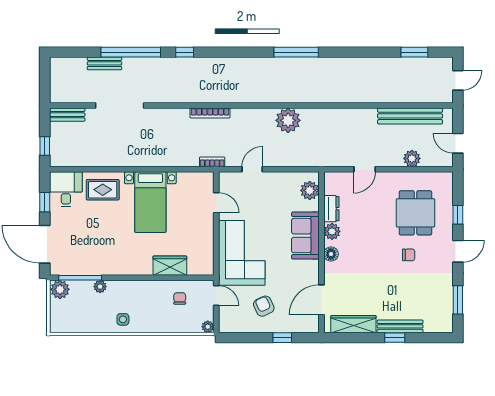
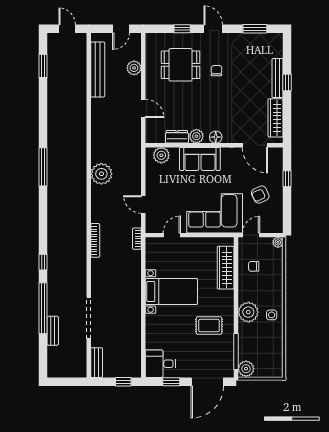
rug: (103, 190) -> (209, 326), moved, turned 90
wardrobe: (170, 266) -> (226, 268), width x1.50
plant: (100, 287) -> (248, 312), moved, width x1.88, depth x1.88

